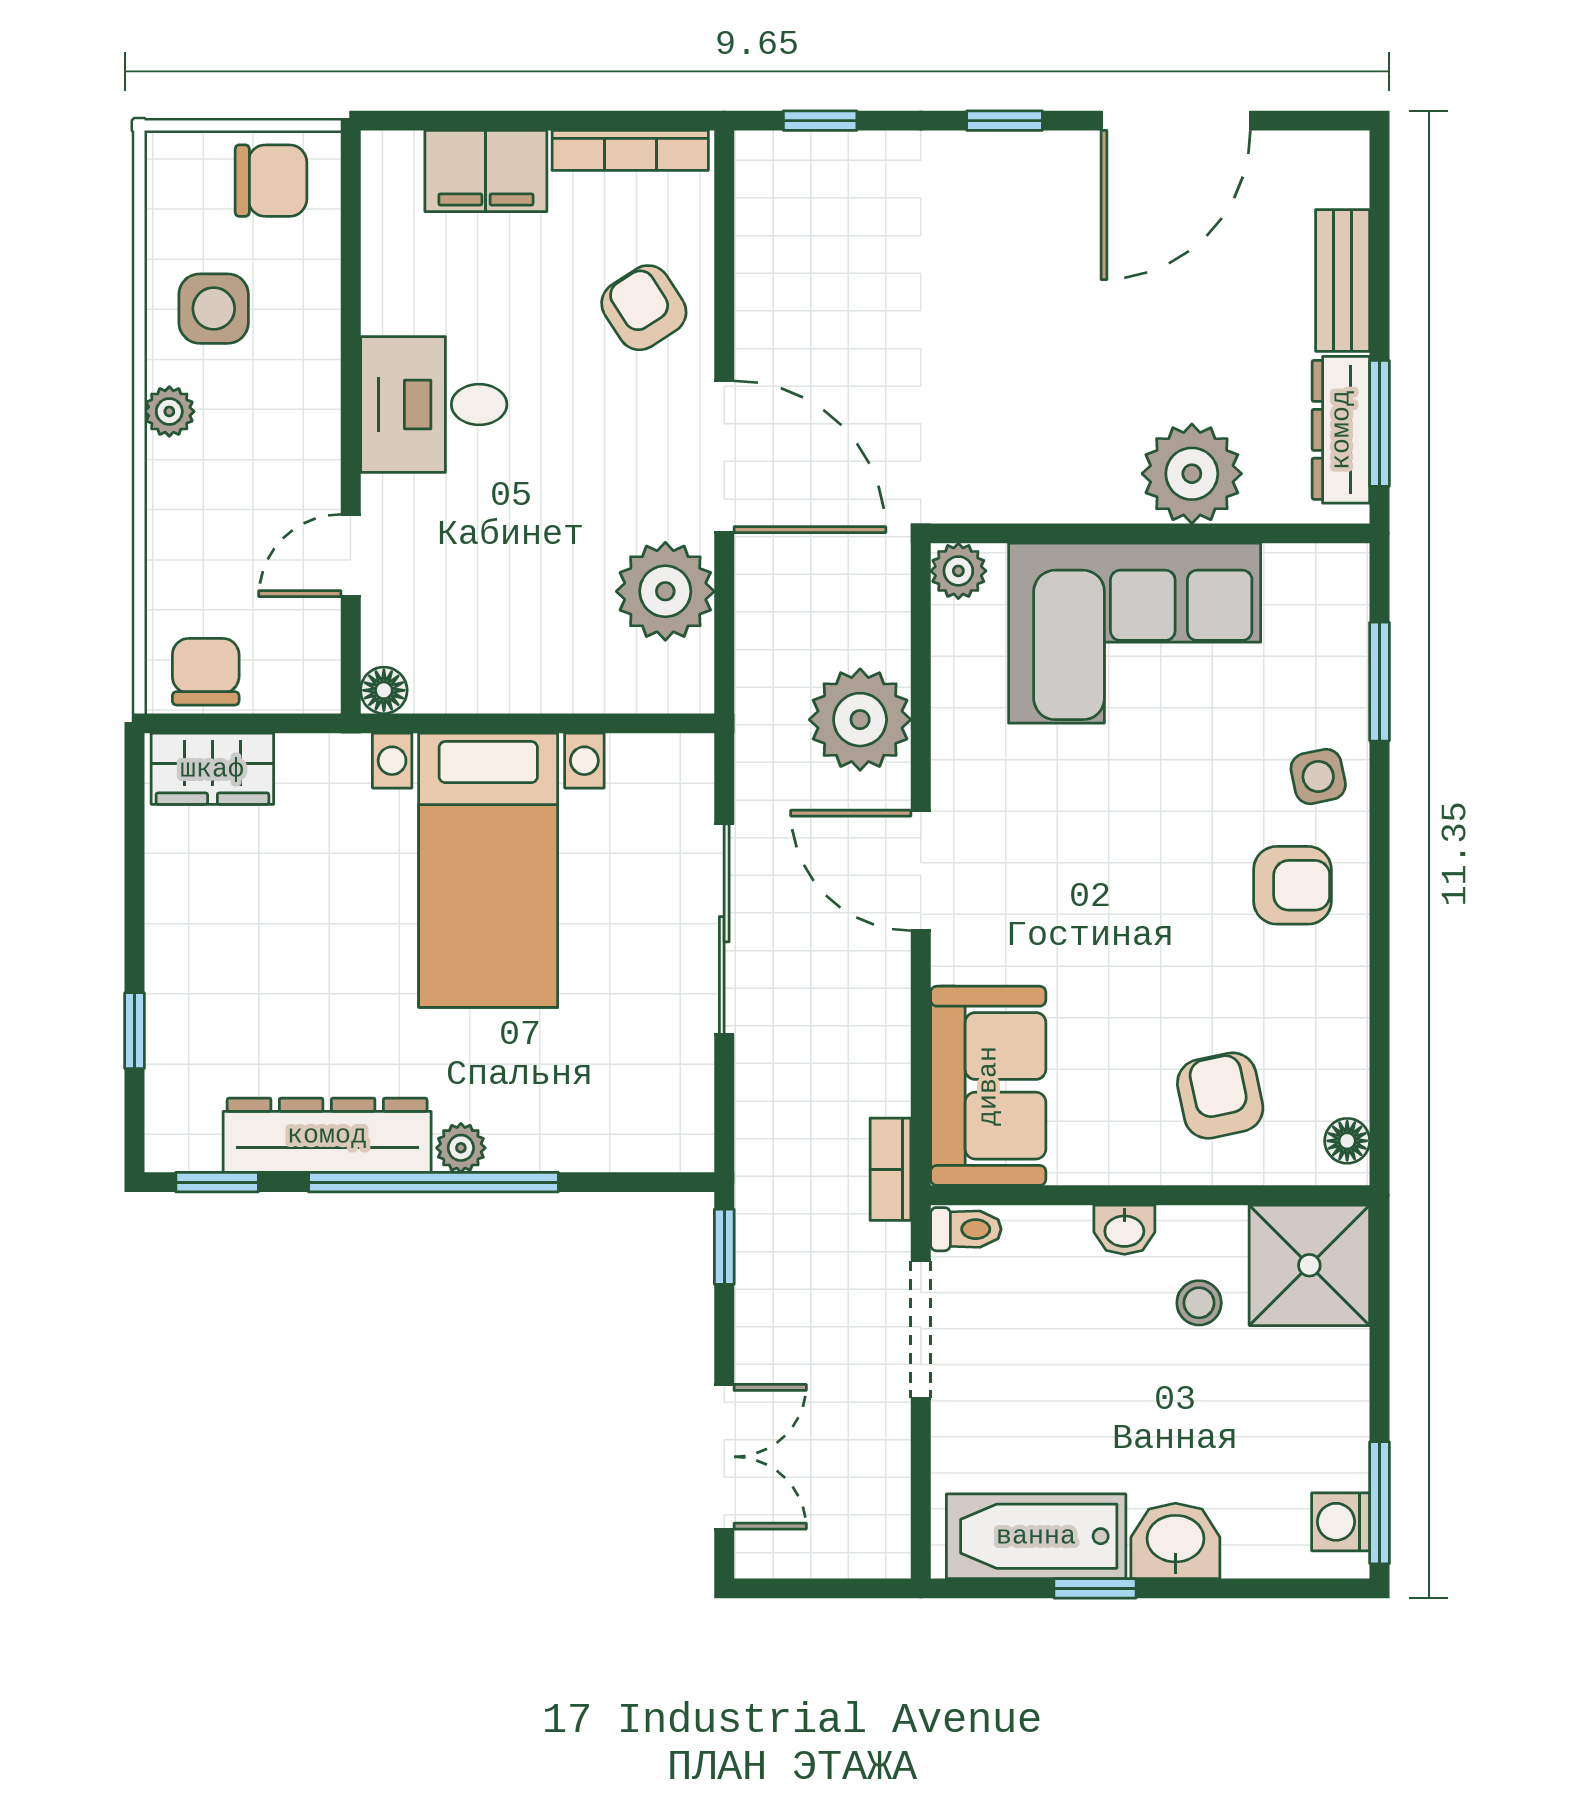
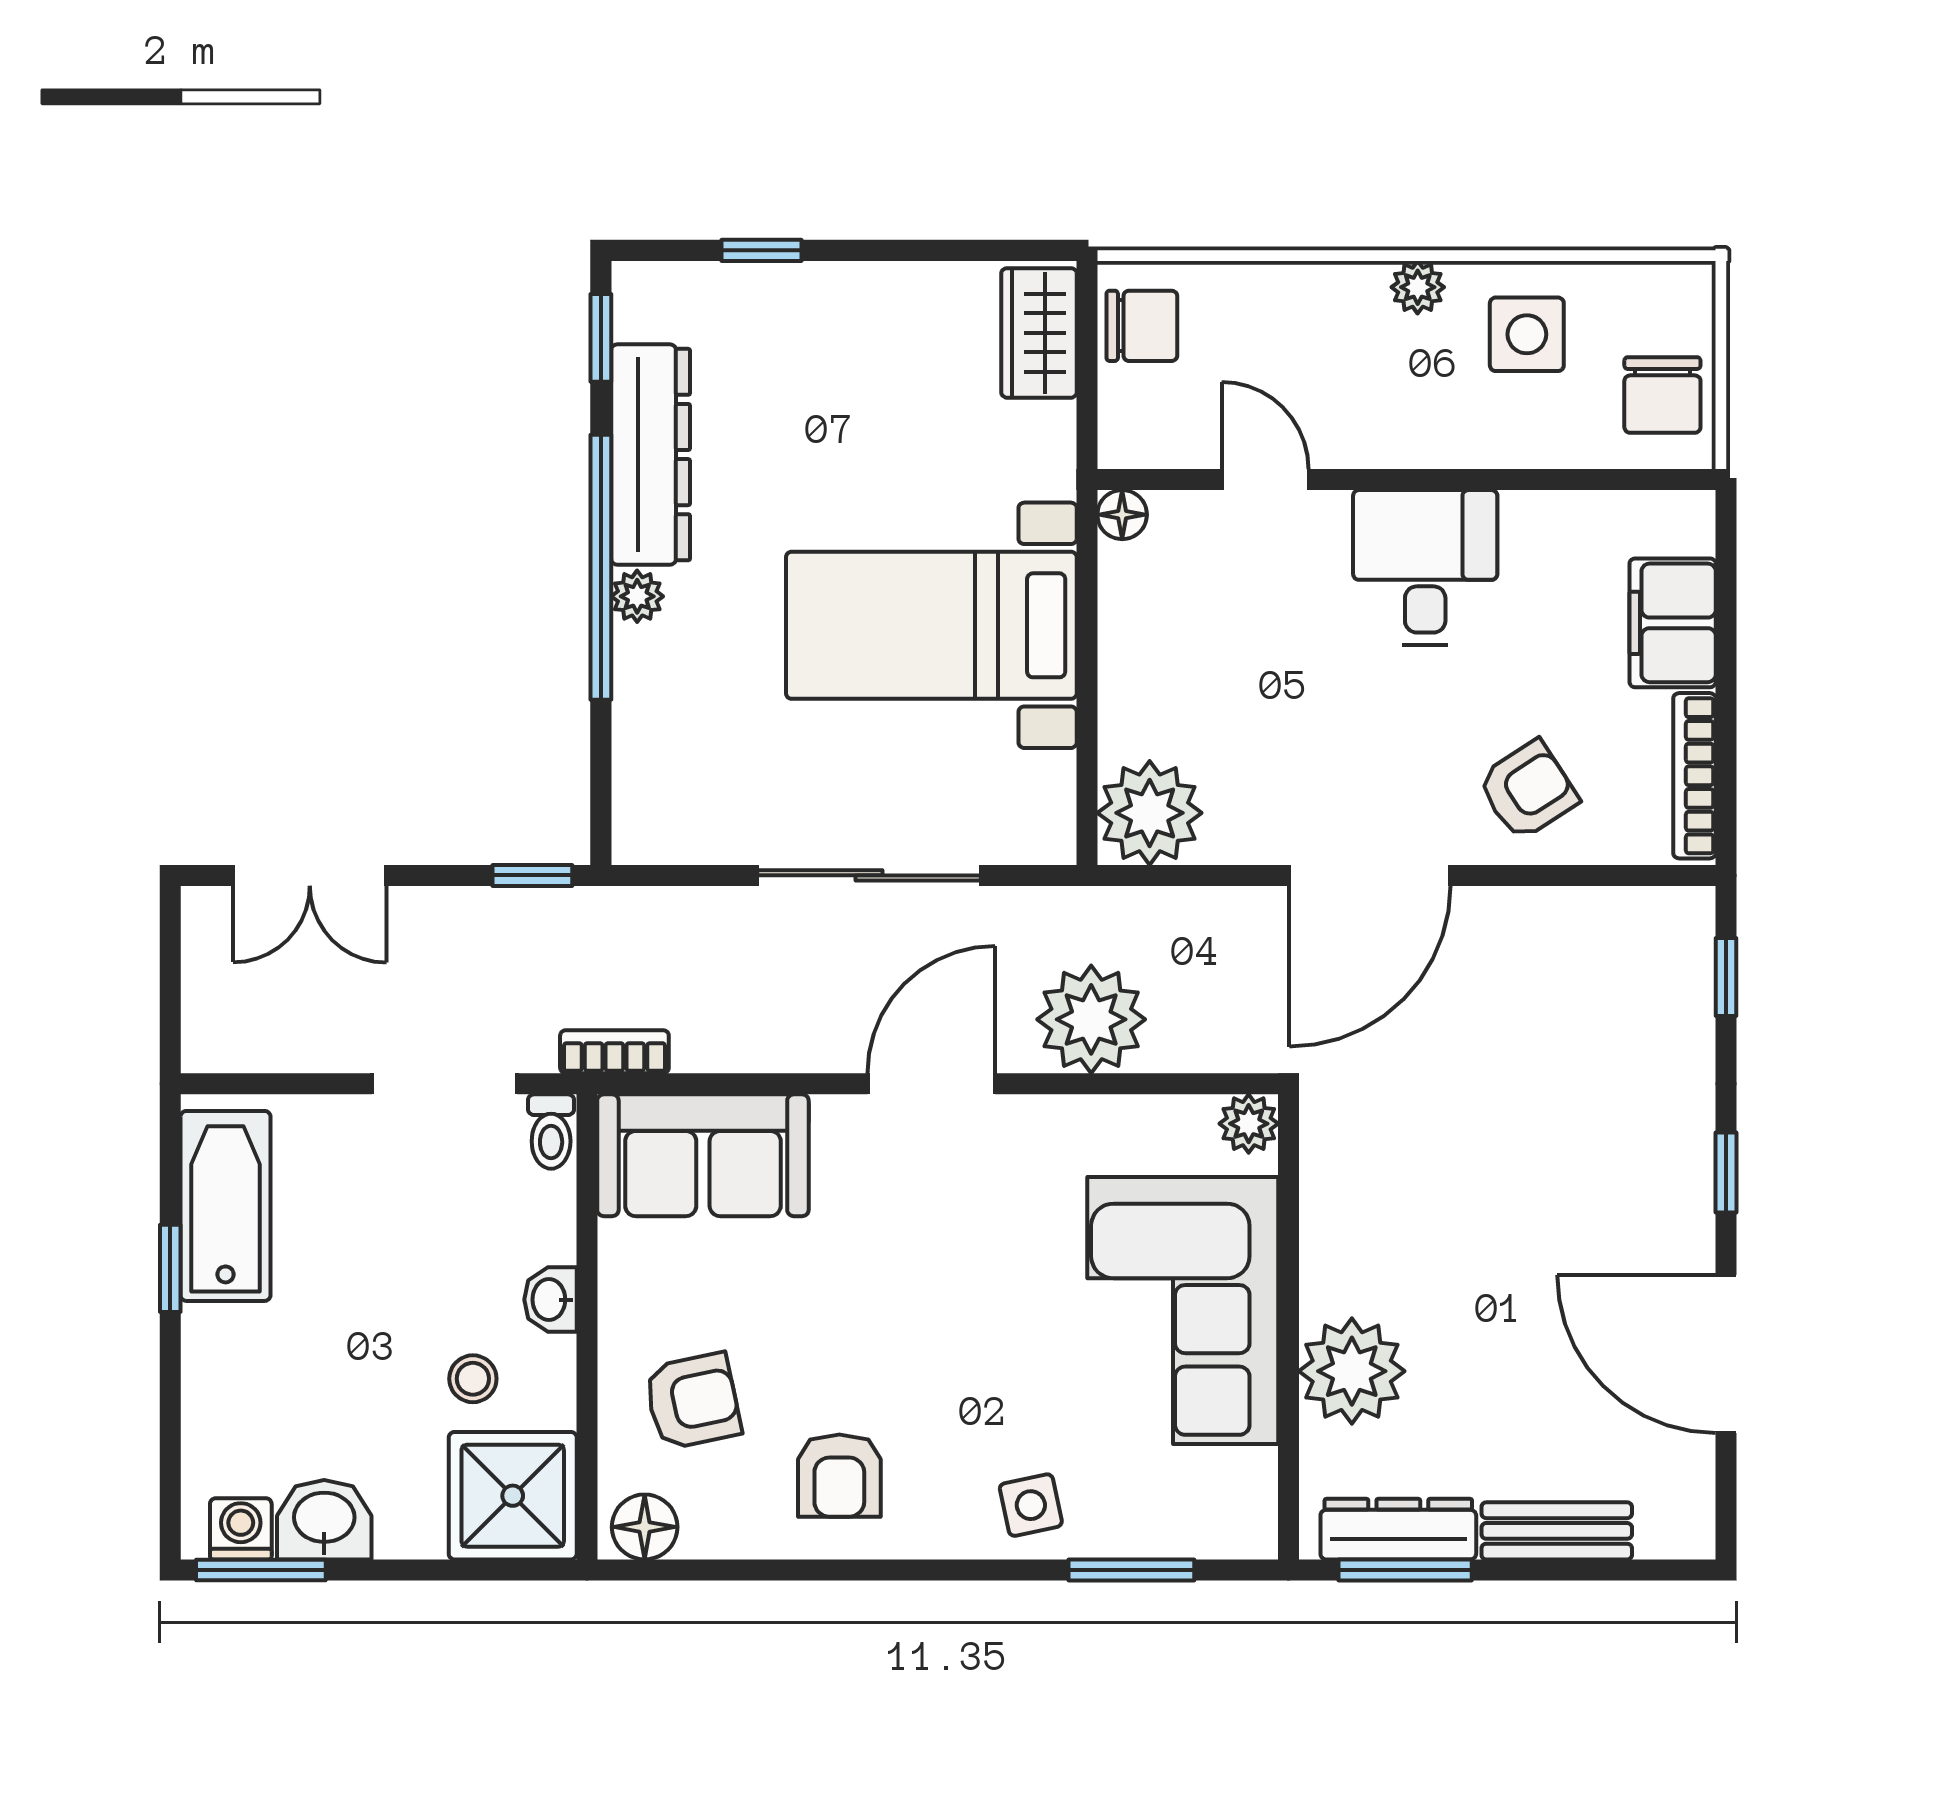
plant: (665, 591) -> (1150, 813), moved
armchair: (1292, 885) -> (839, 1476), moved
floor lamp: (1347, 1141) -> (645, 1527), width x1.37, depth x1.37
washbasin: (1175, 1541) -> (324, 1520), moved, turned -90

